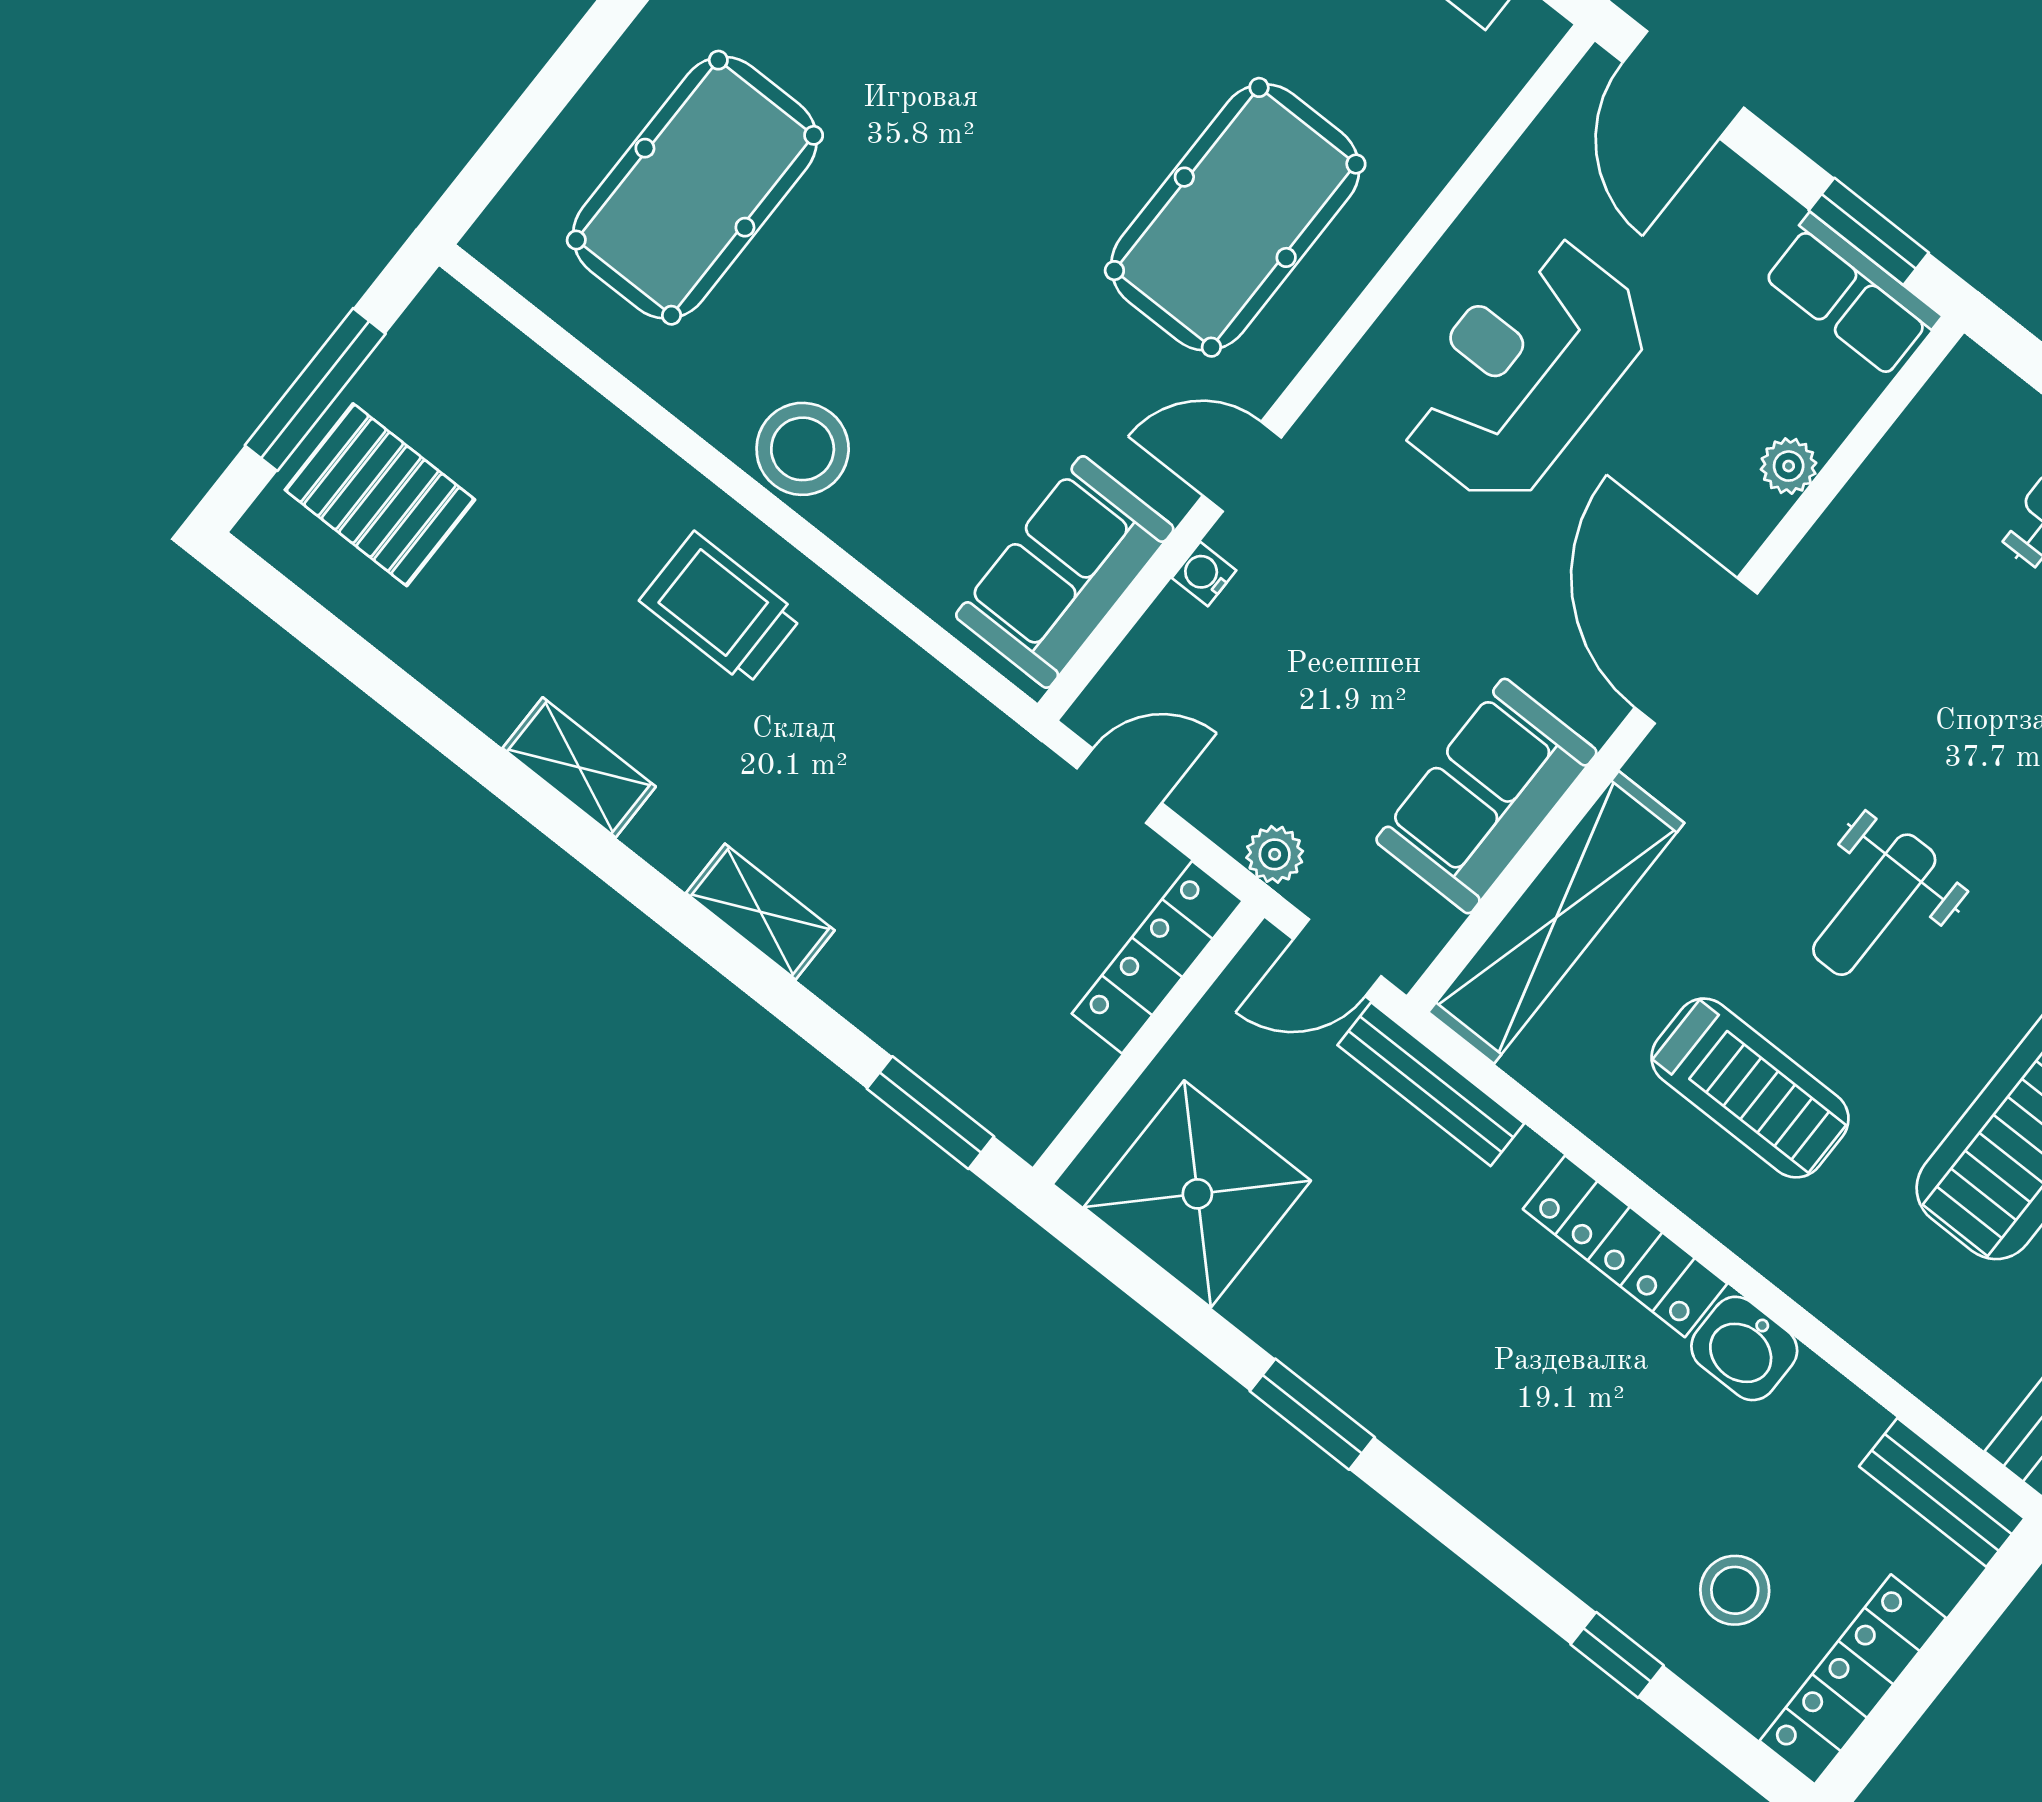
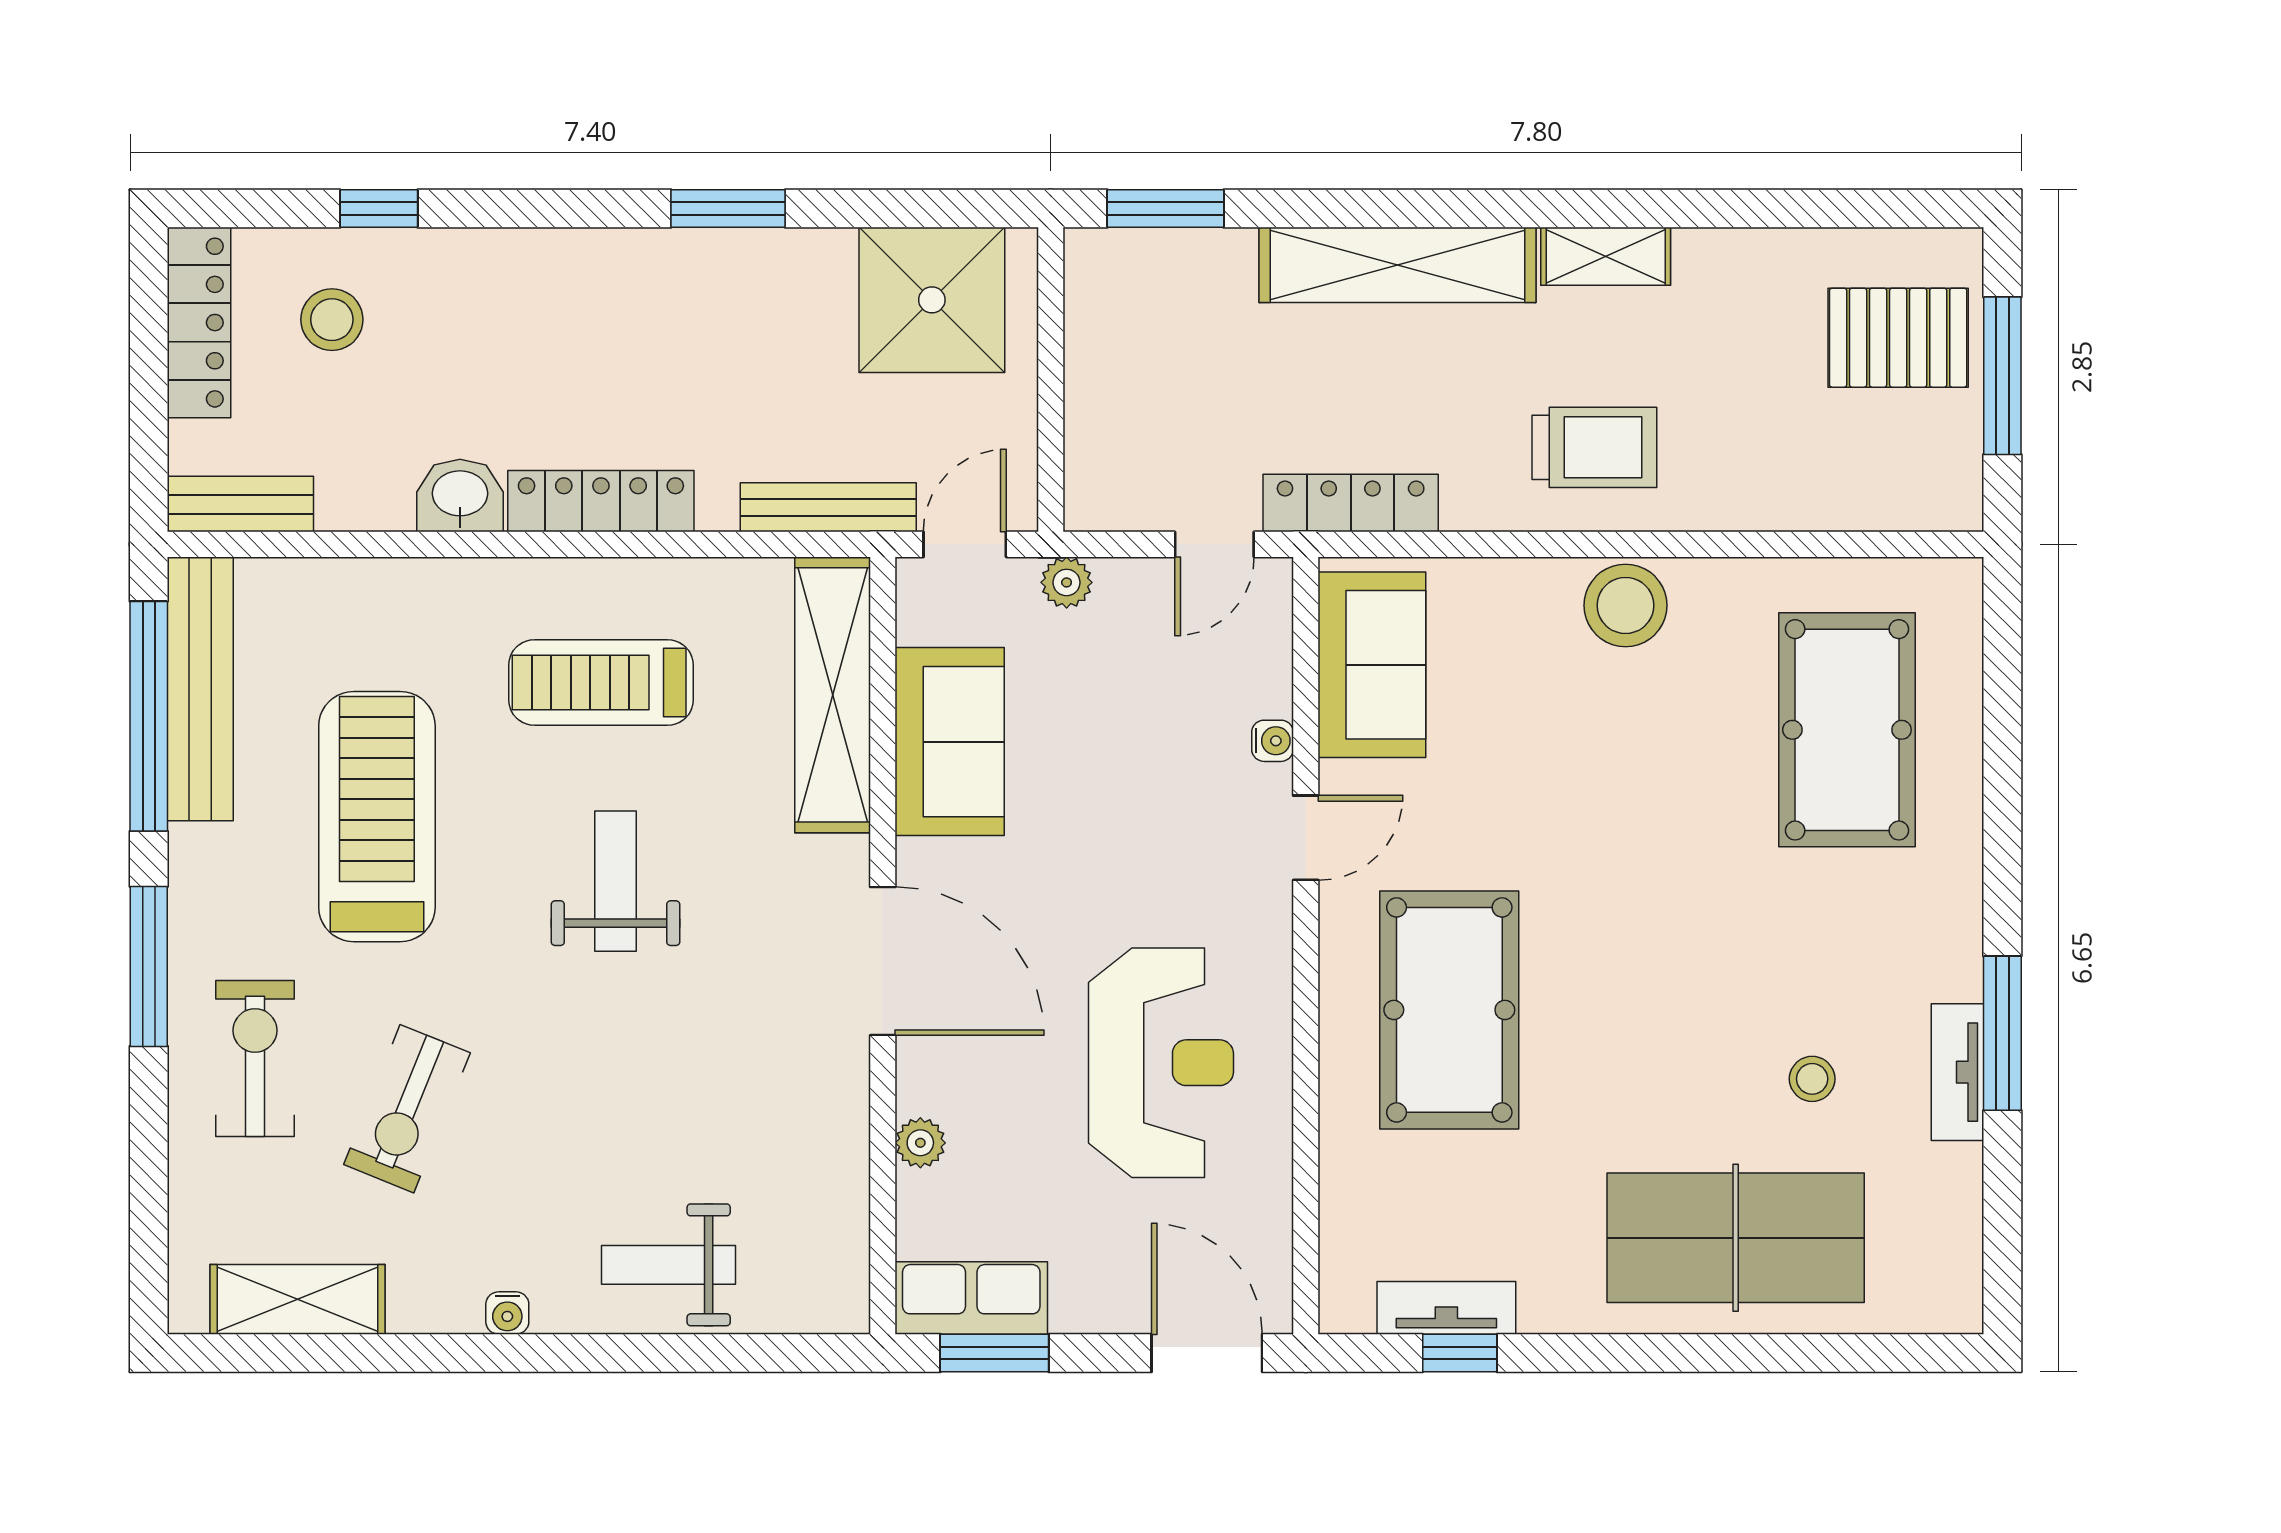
shelving: (760, 912) -> (1397, 265), width x2.20, depth x1.33
locker: (1157, 957) -> (1351, 503), moved, turned -90

